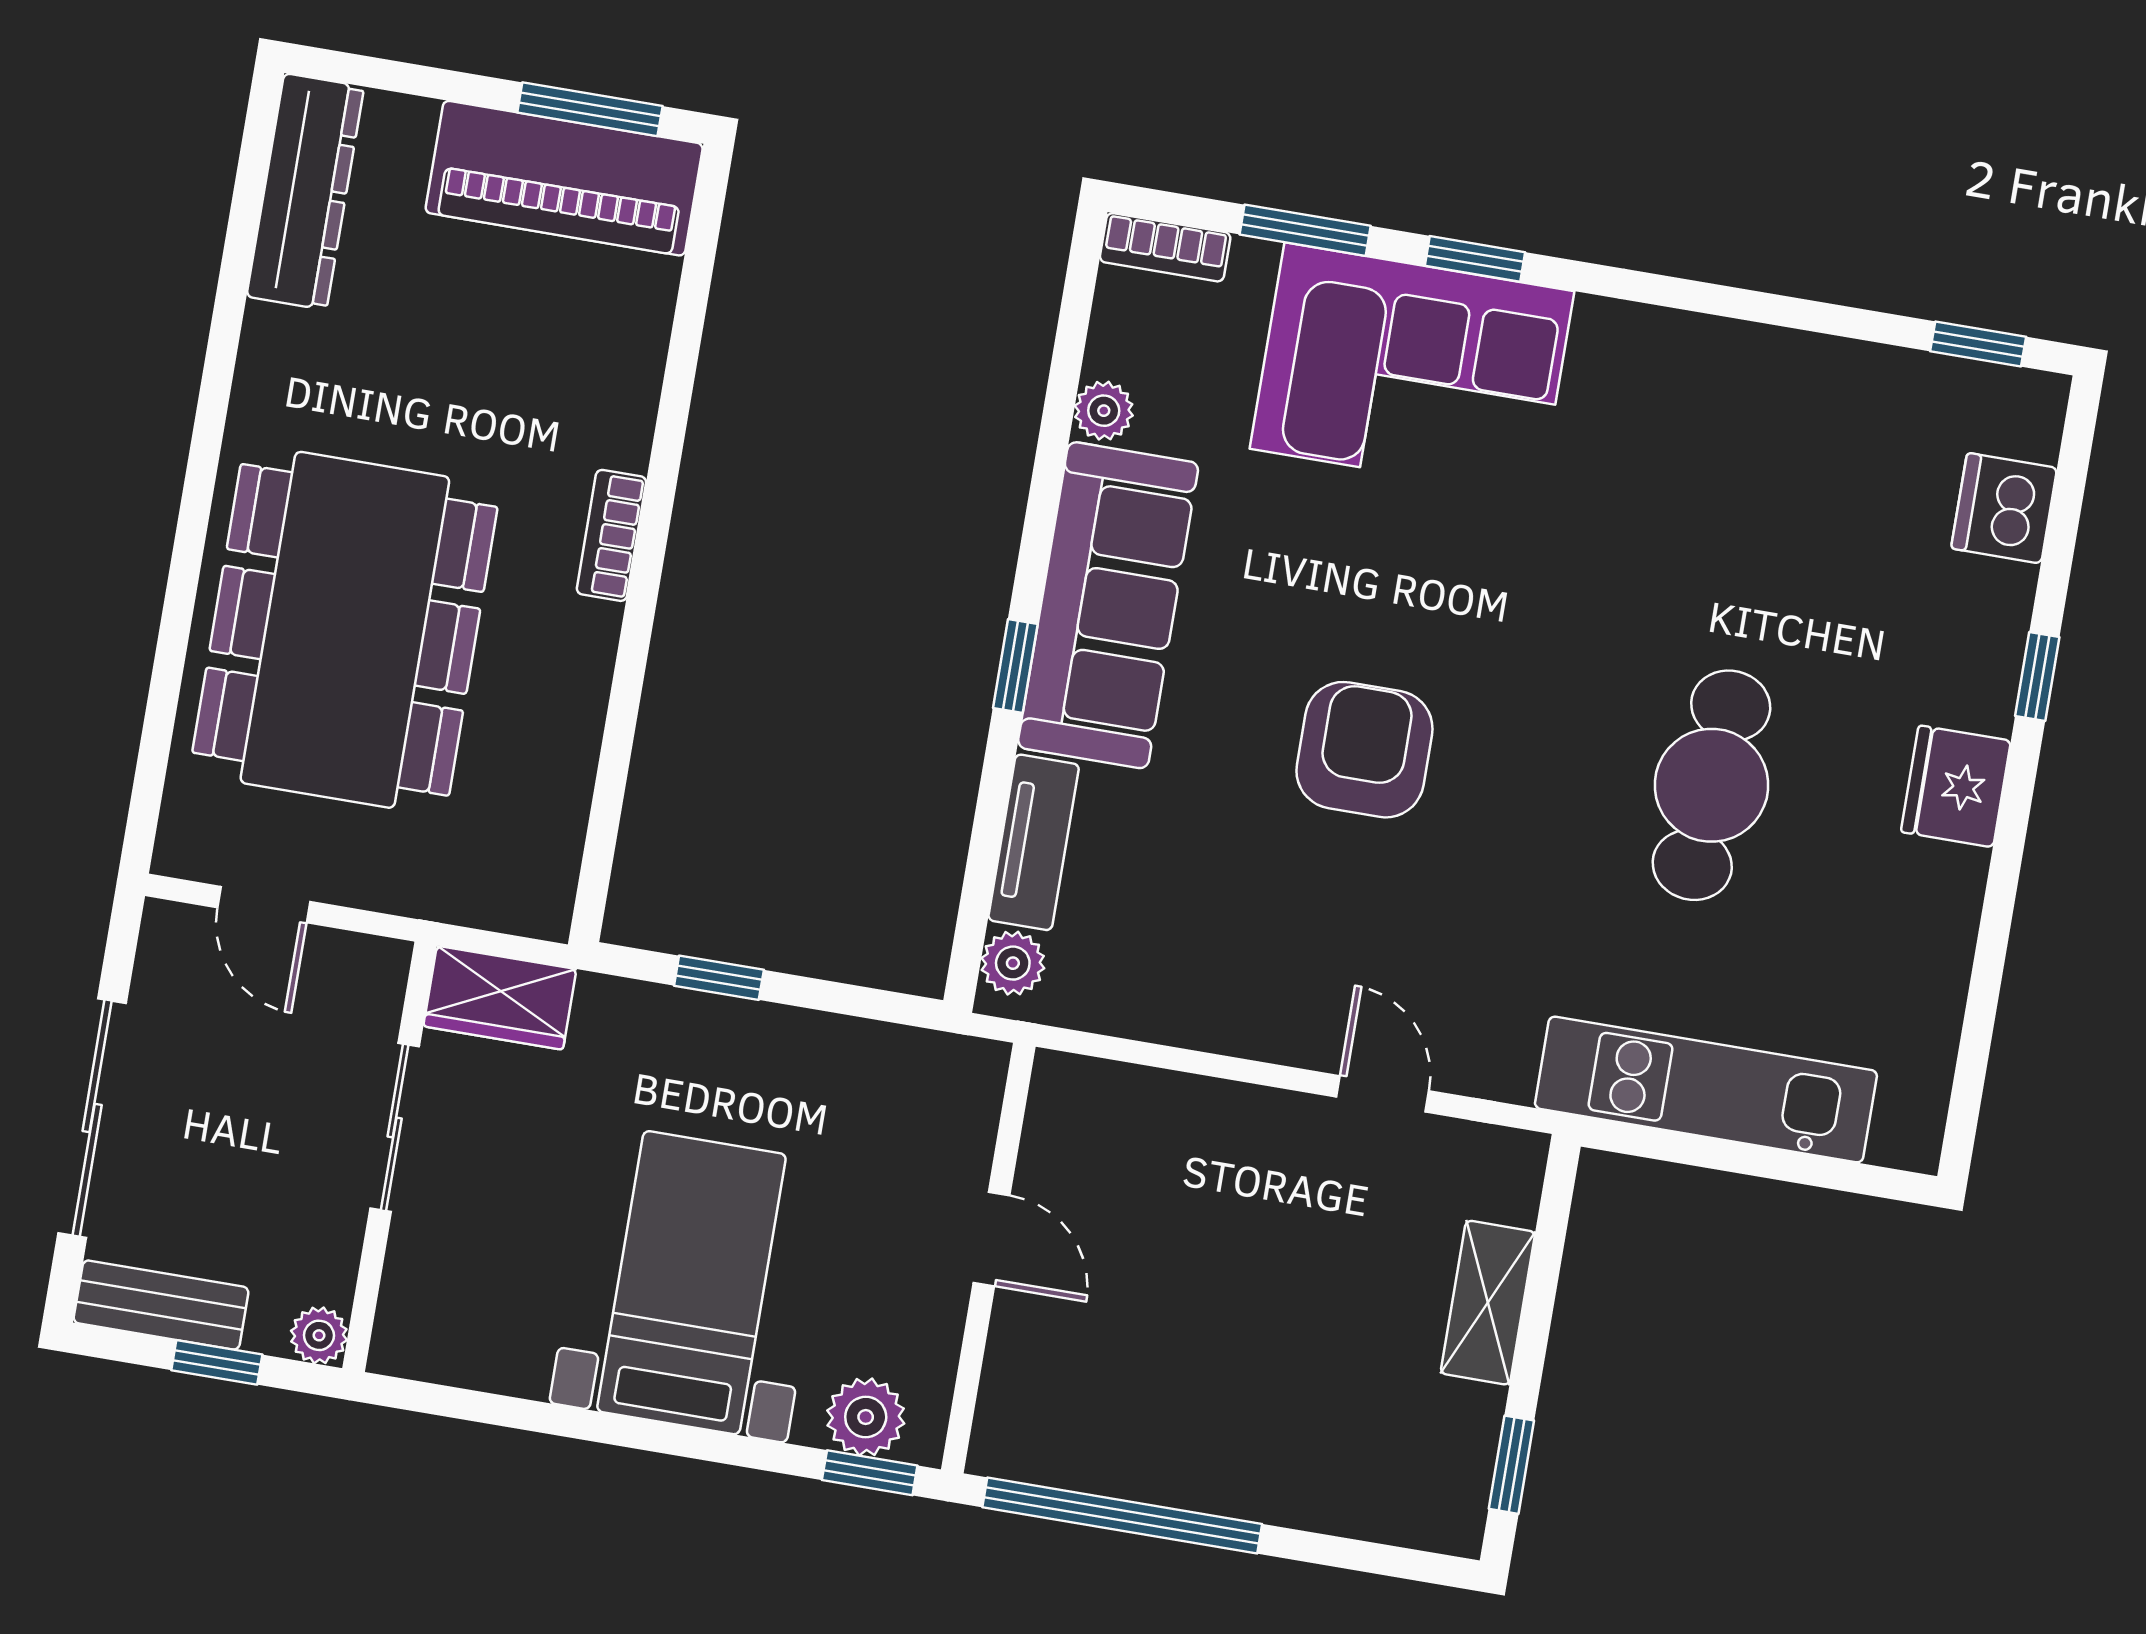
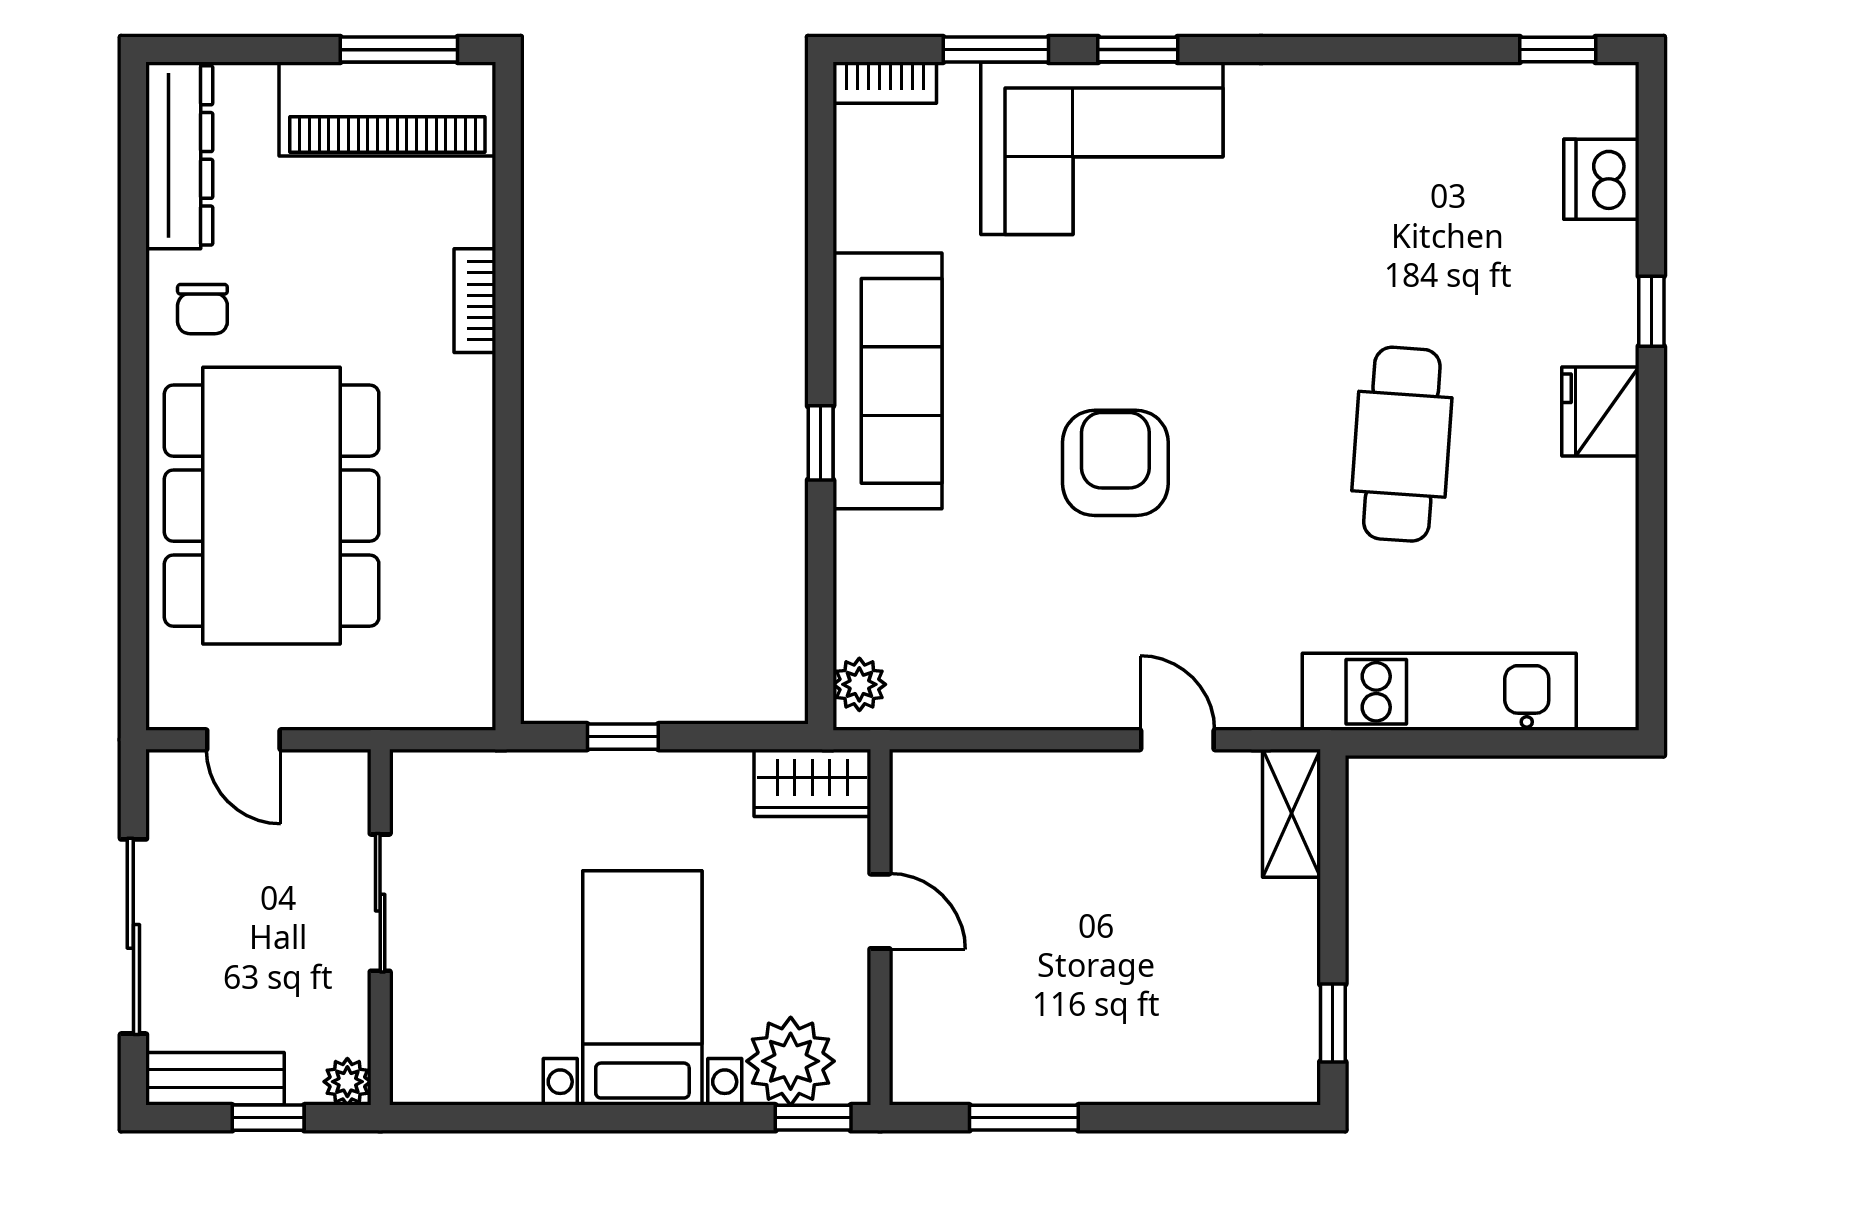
chair: (302, 380) -> (202, 309), added
plant: (1104, 411) -> (857, 224), removed
bookcase: (611, 535) -> (475, 301), moved
tv unit: (1034, 842) -> (860, 584), removed
wardrobe: (500, 998) -> (812, 783), moved
shelving: (1488, 1303) -> (1291, 813), moved
plant: (866, 1417) -> (791, 1061), width x1.36, depth x1.36
window: (1122, 1516) -> (1024, 1118), width x0.47

